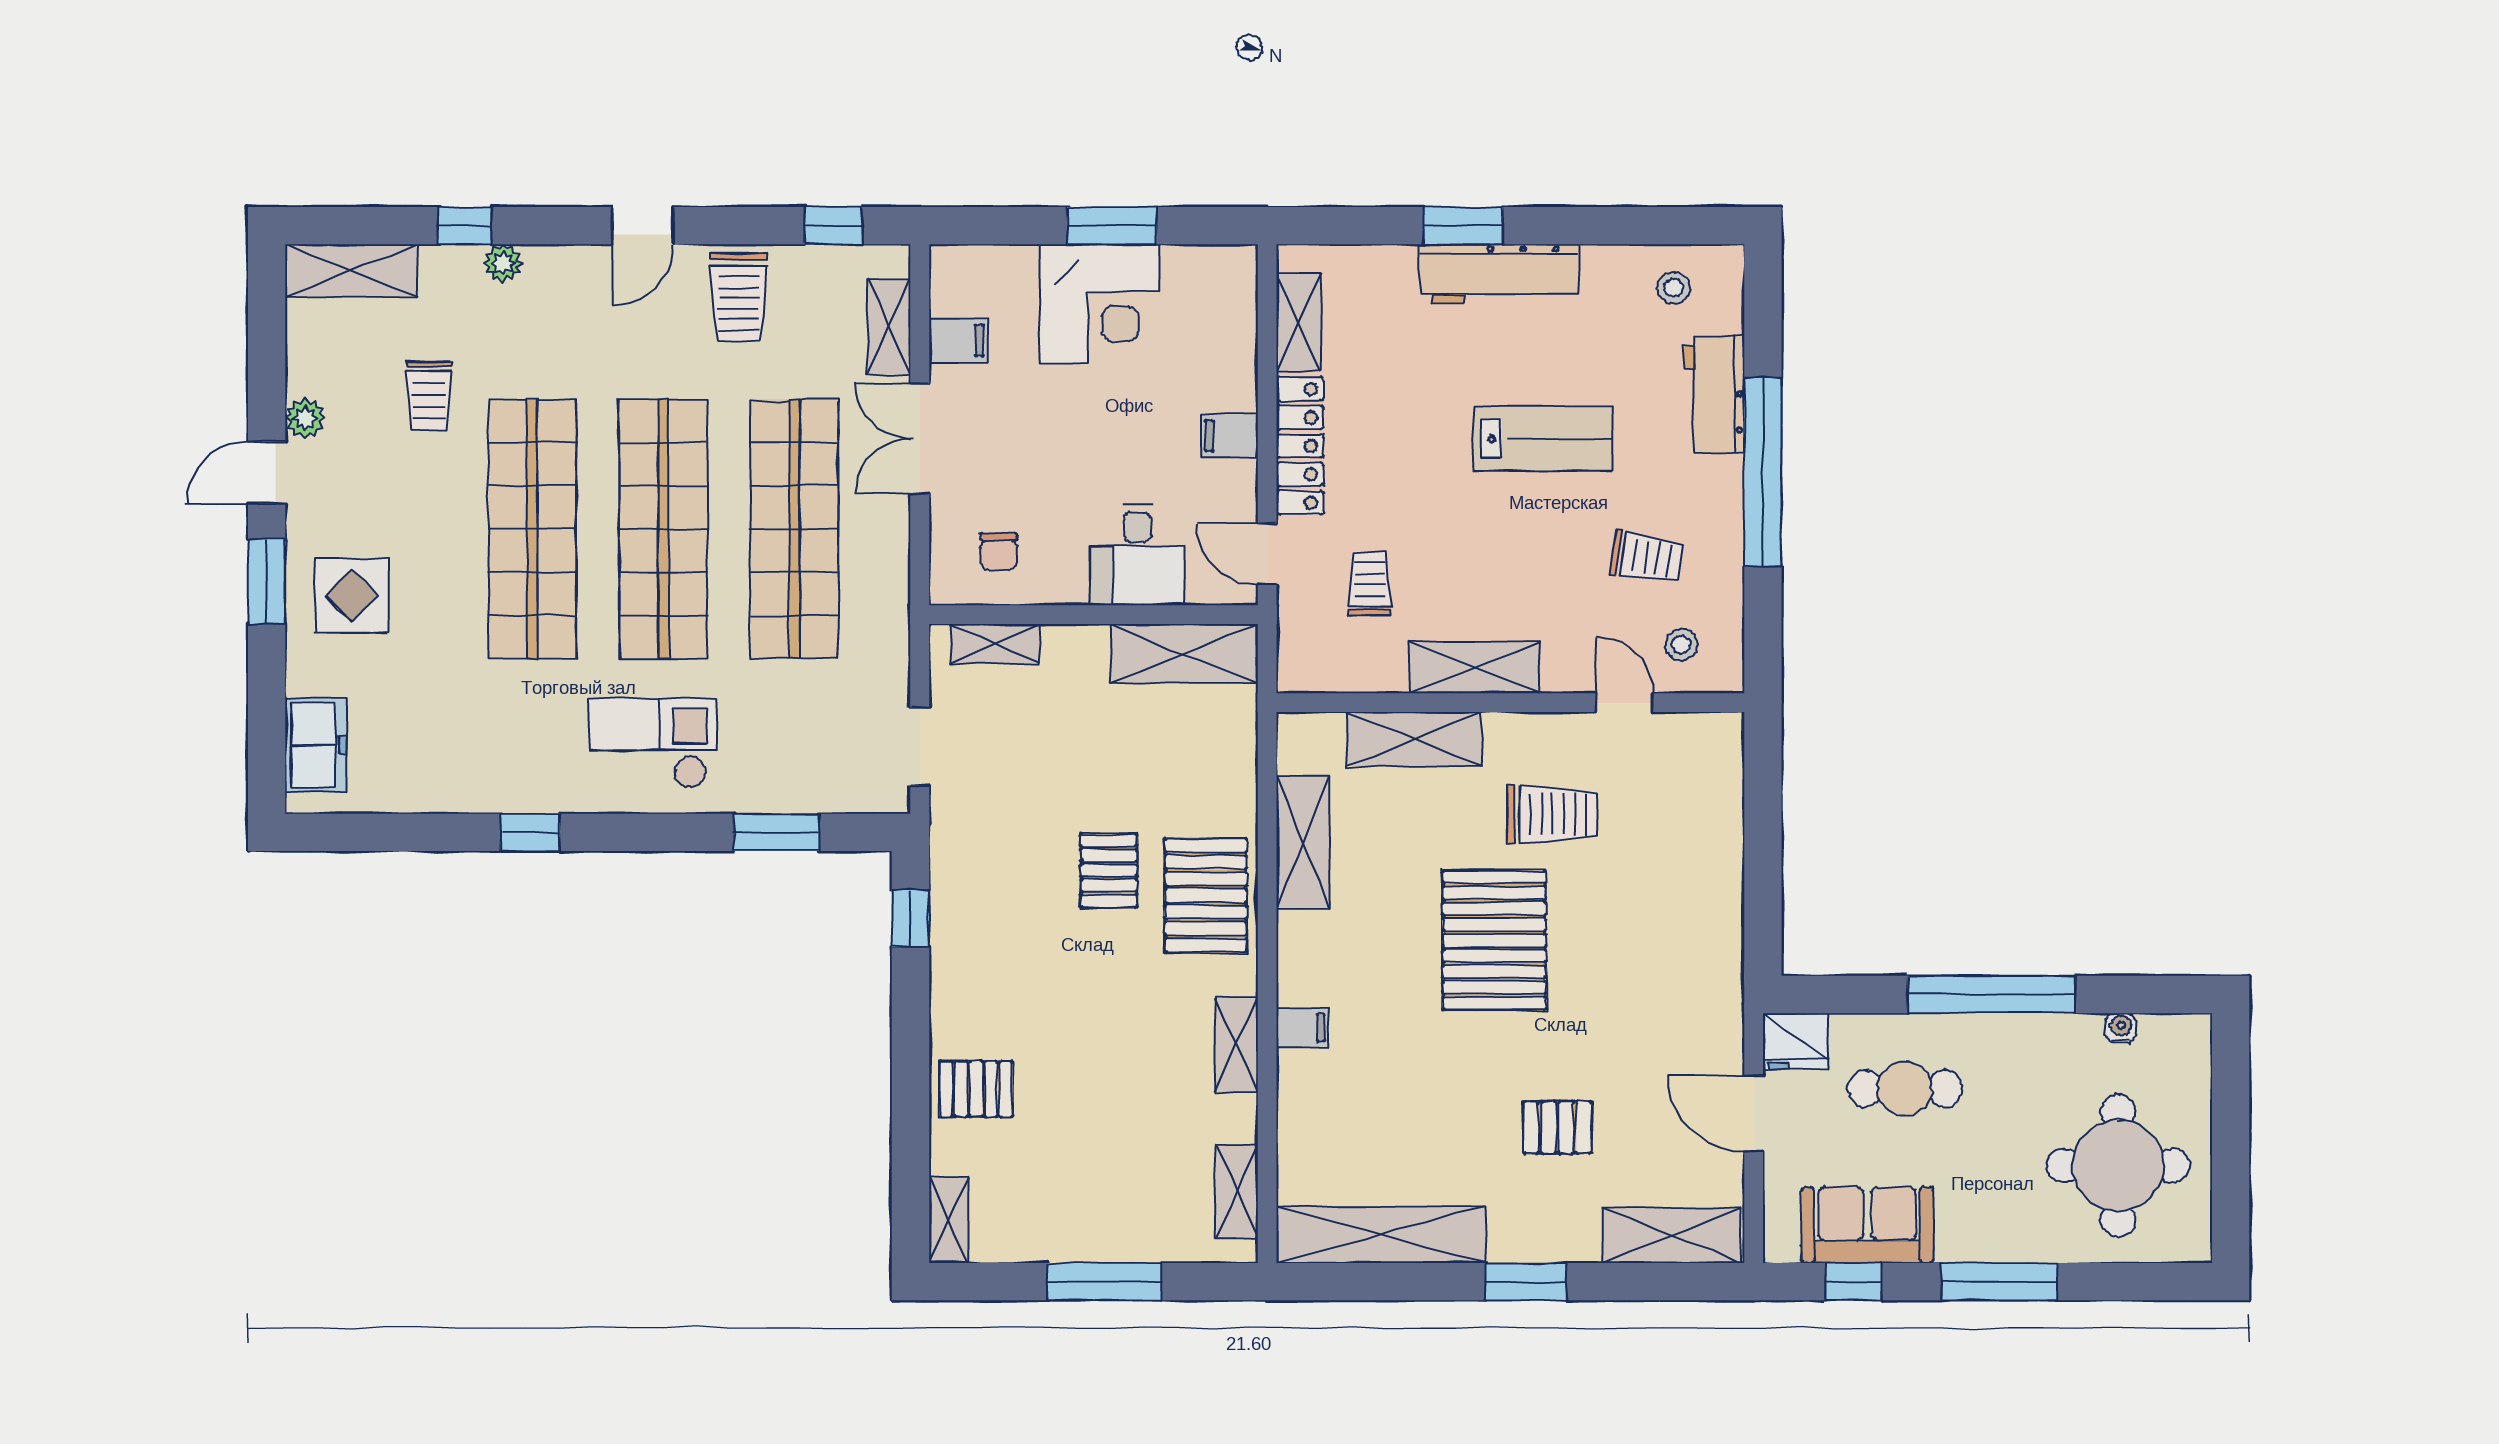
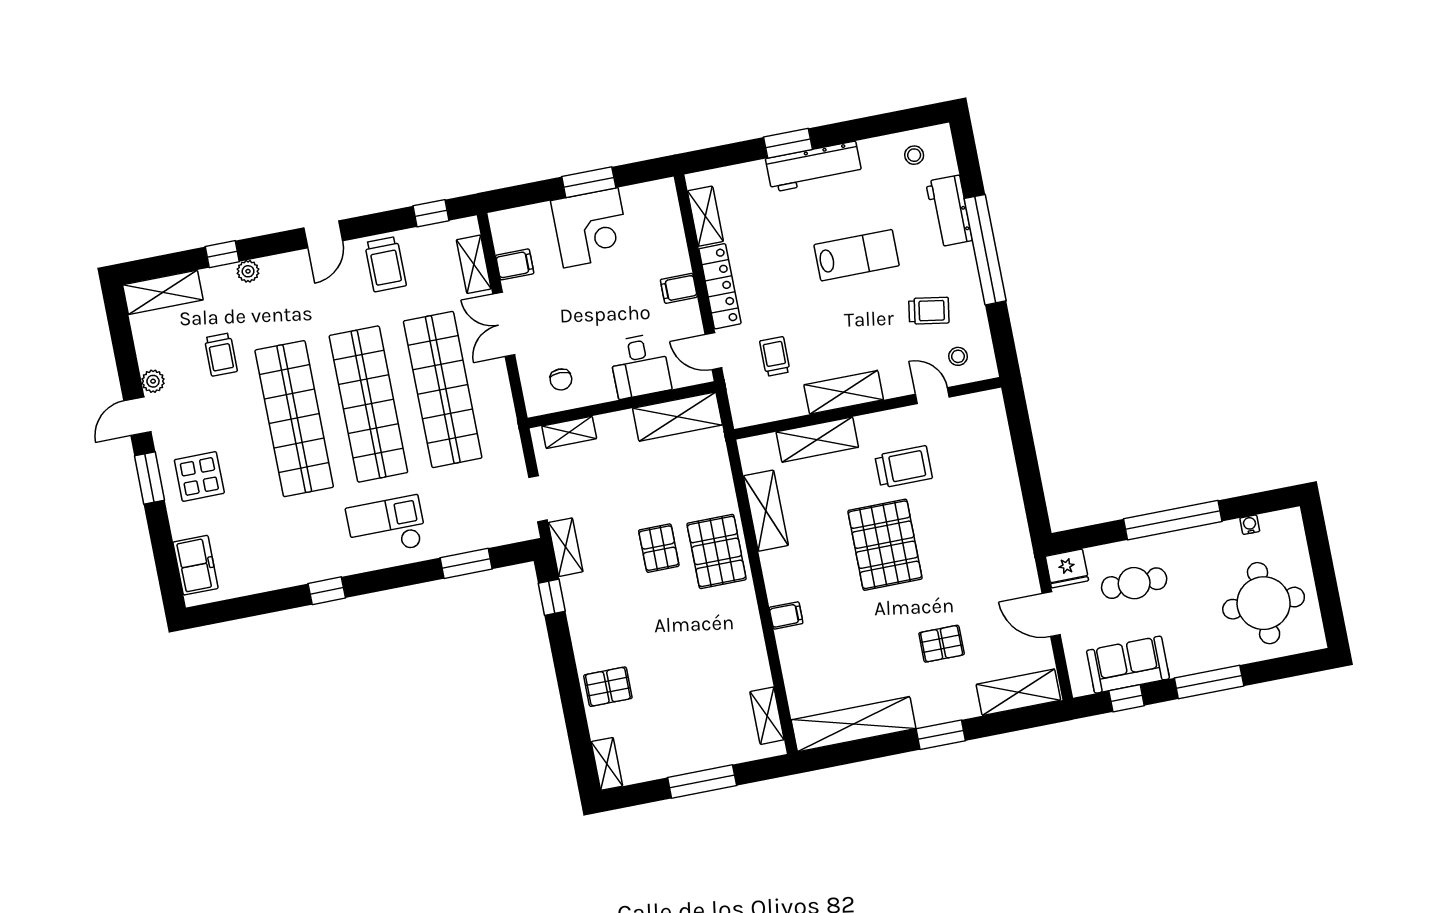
shelving: (1236, 1045) -> (566, 547), moved

